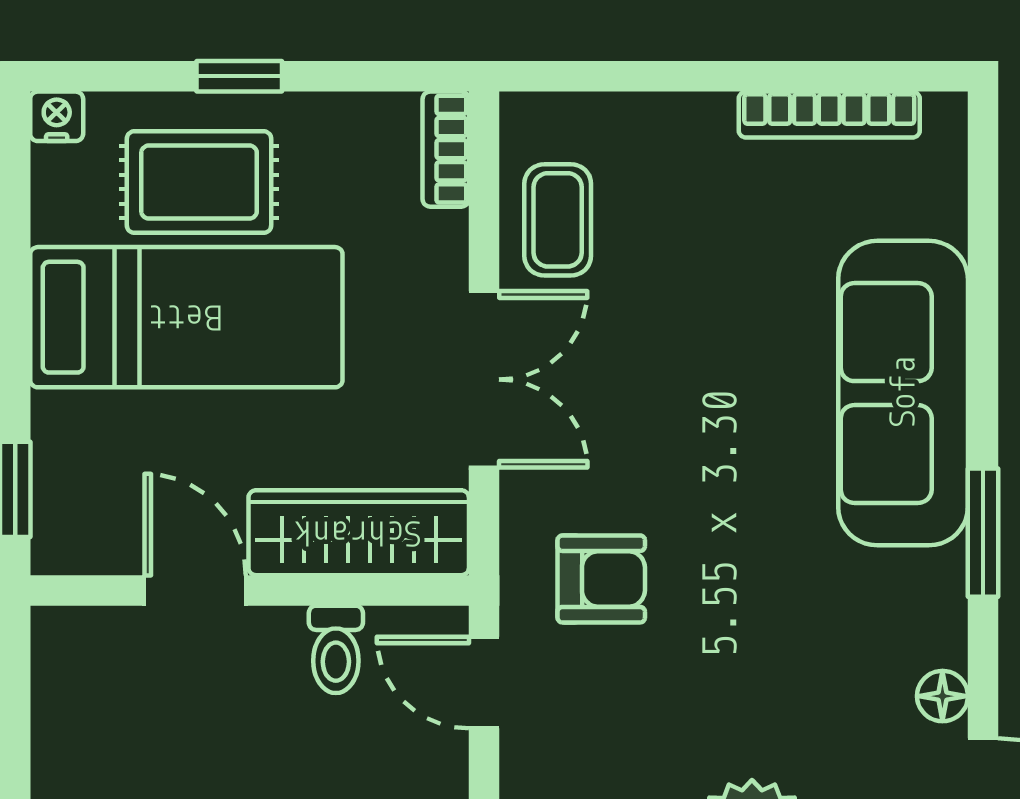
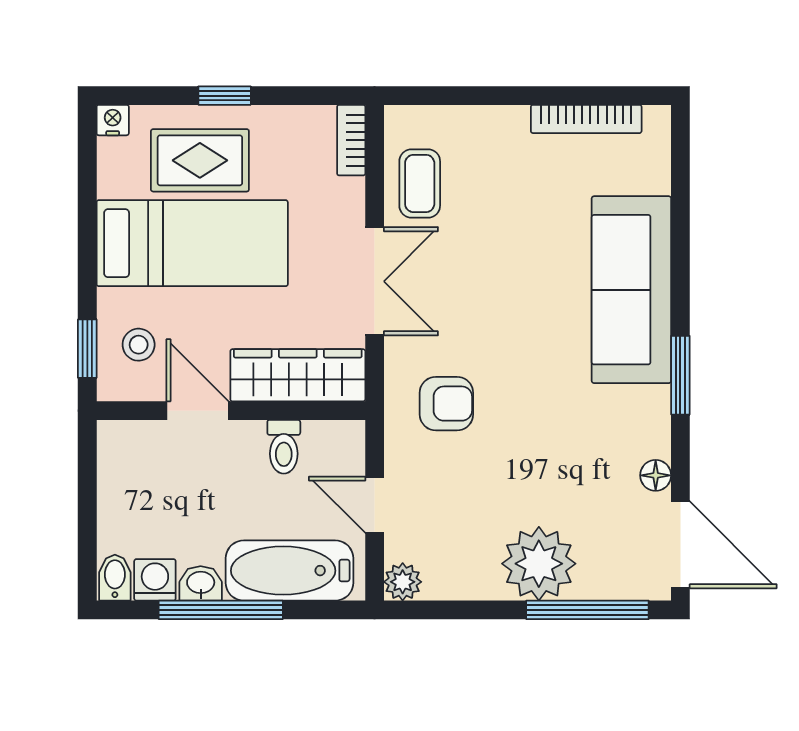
stool: (99, 483) -> (139, 345), added
door: (484, 683) -> (375, 505), moved

